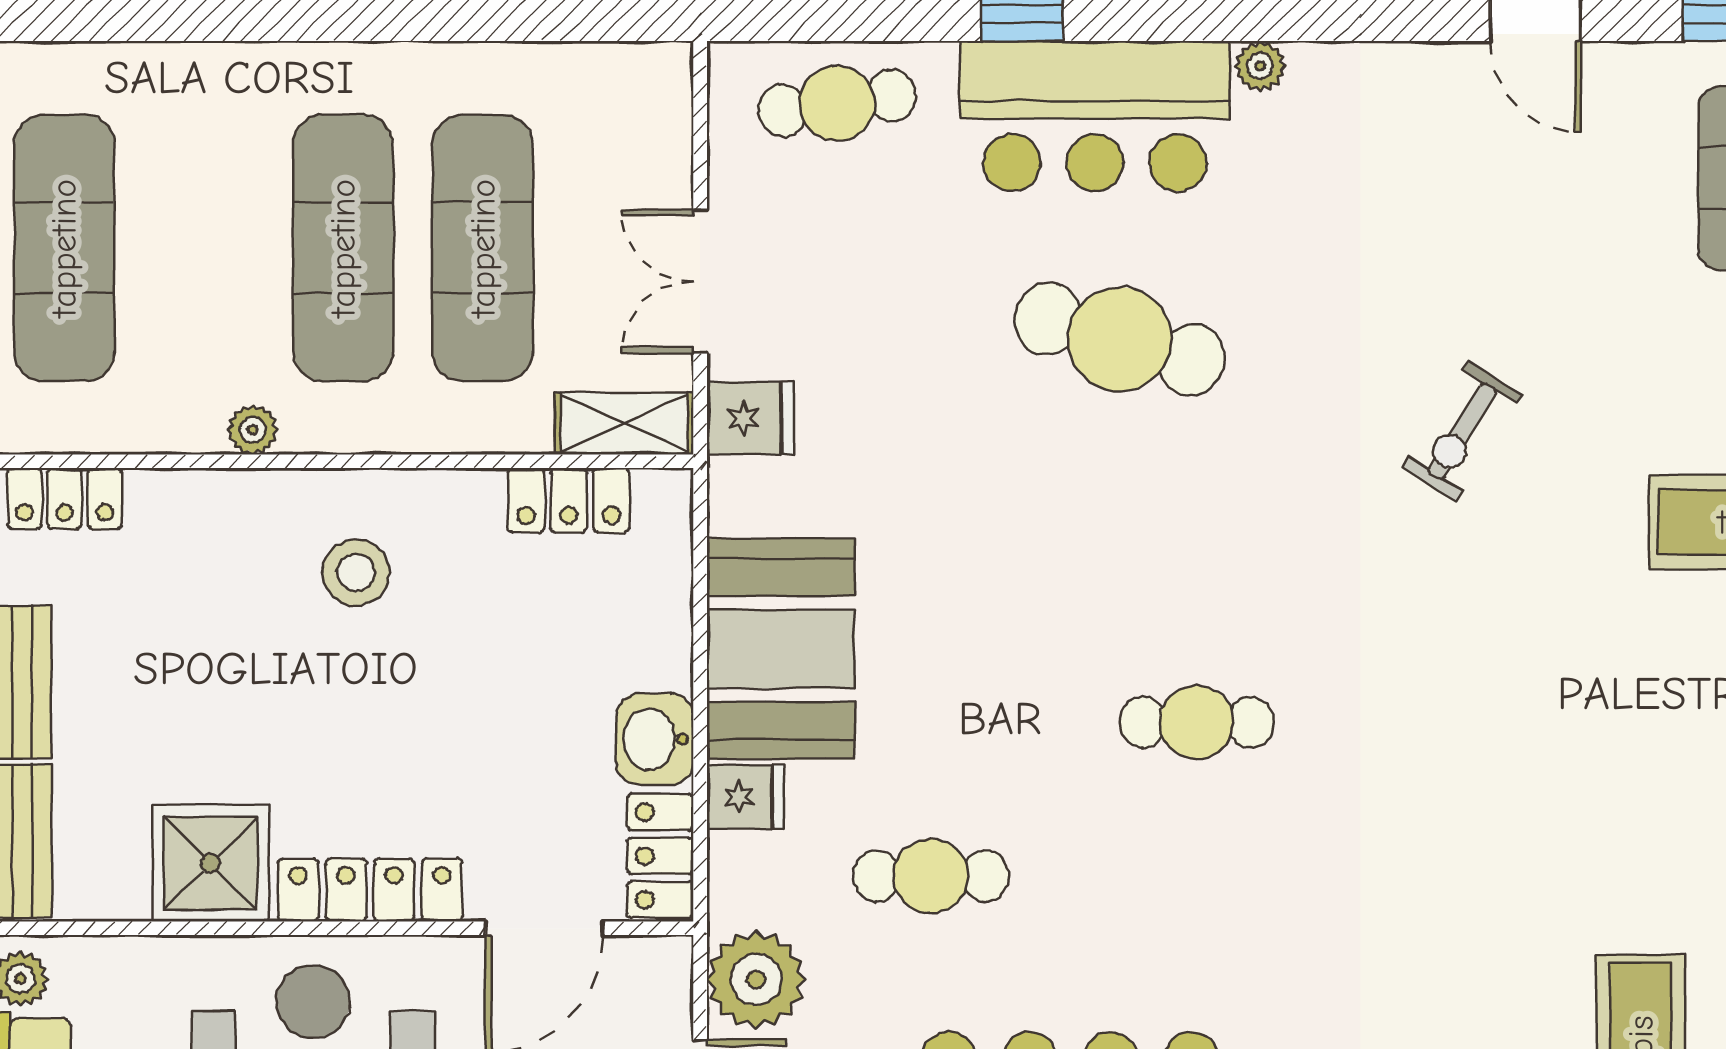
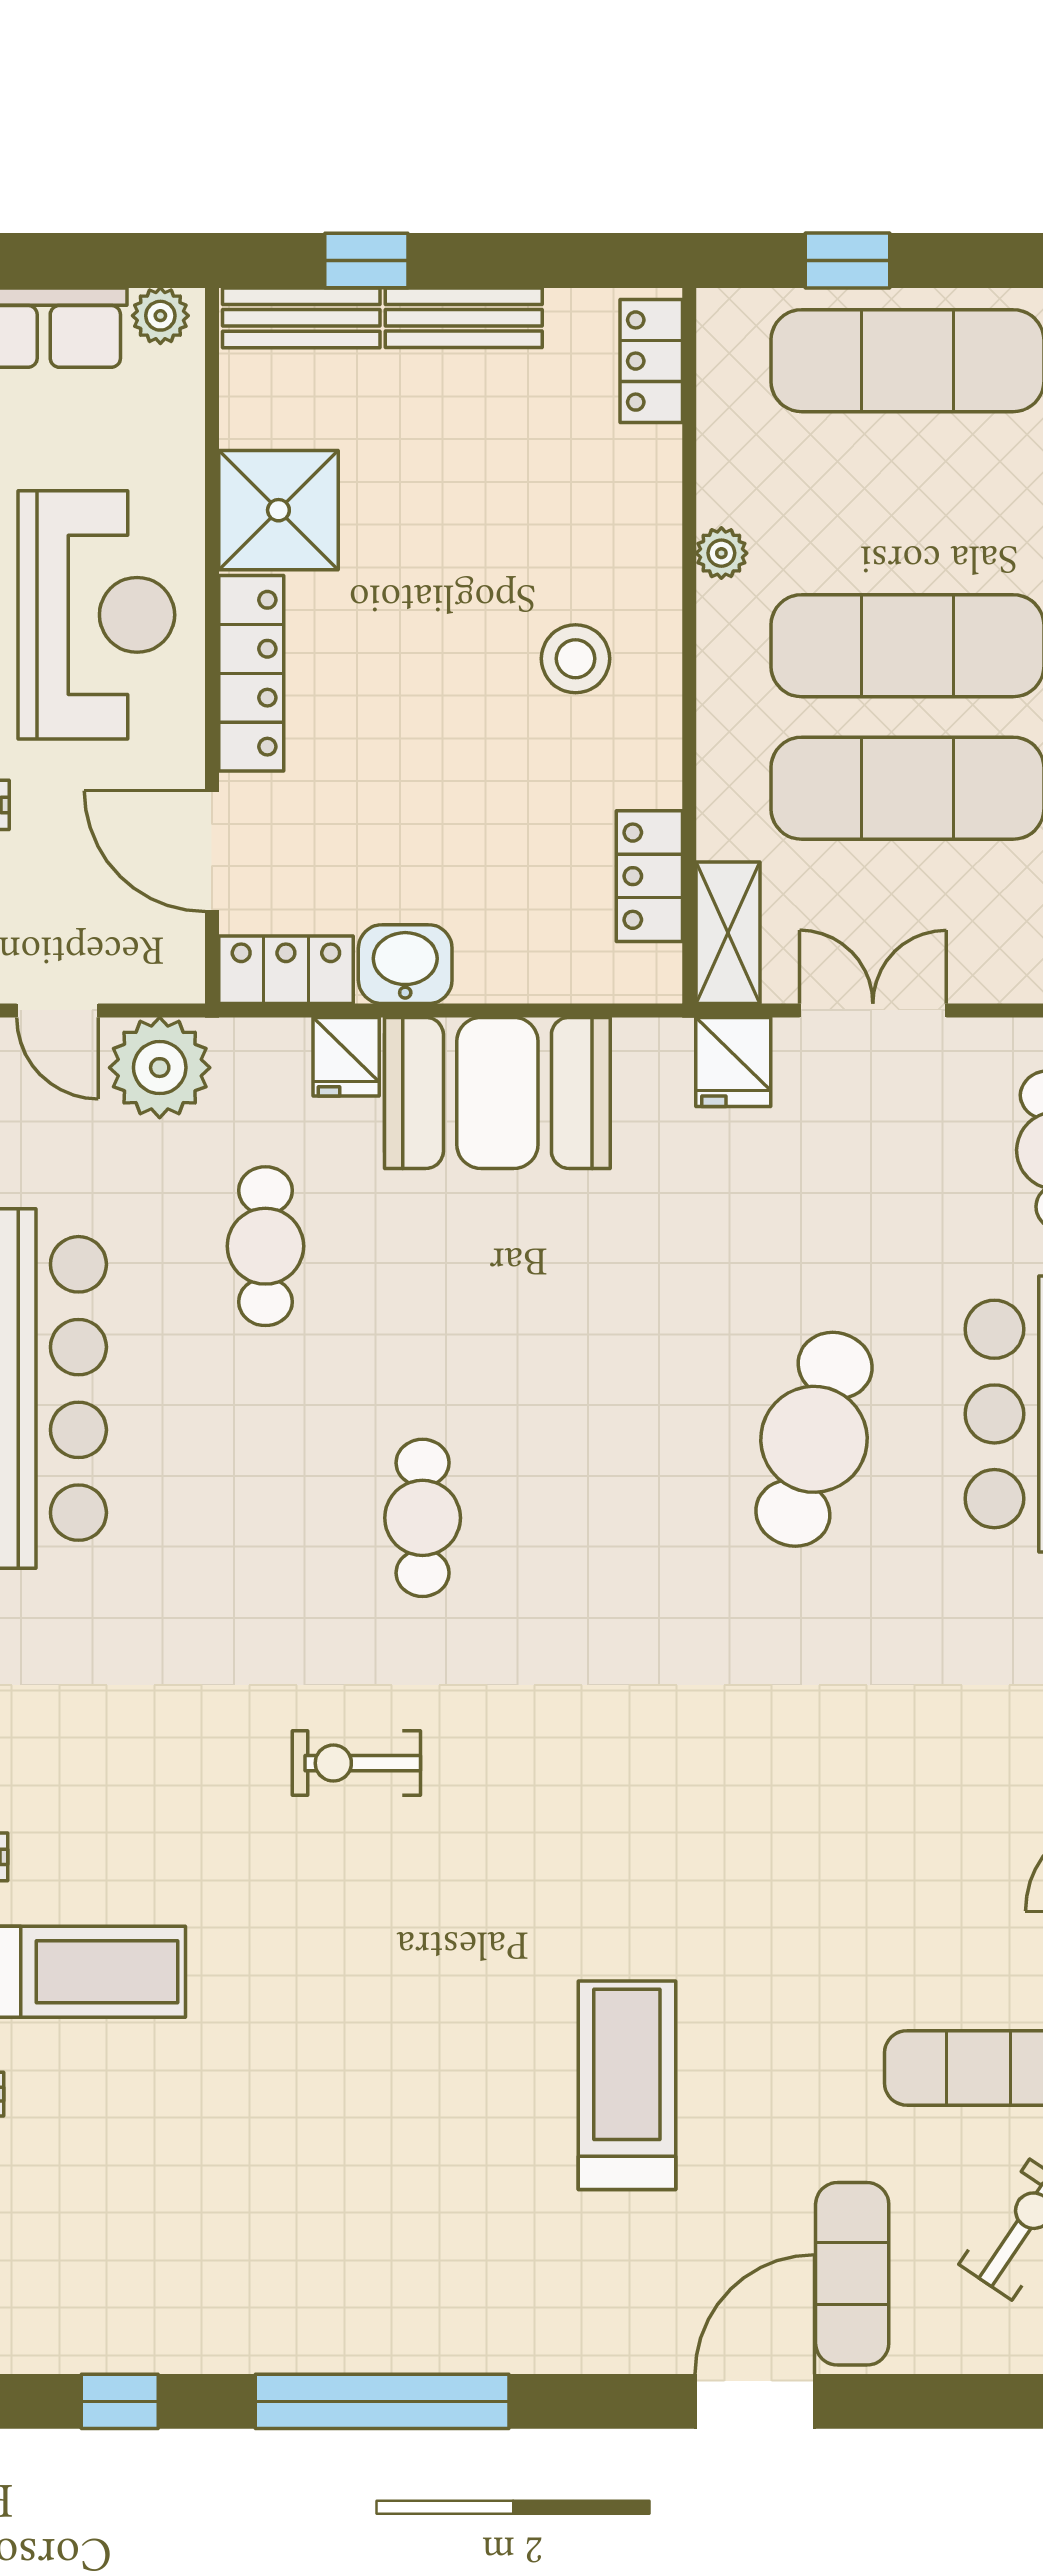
exercise bike: (1462, 431) -> (356, 1763), moved, turned -32

